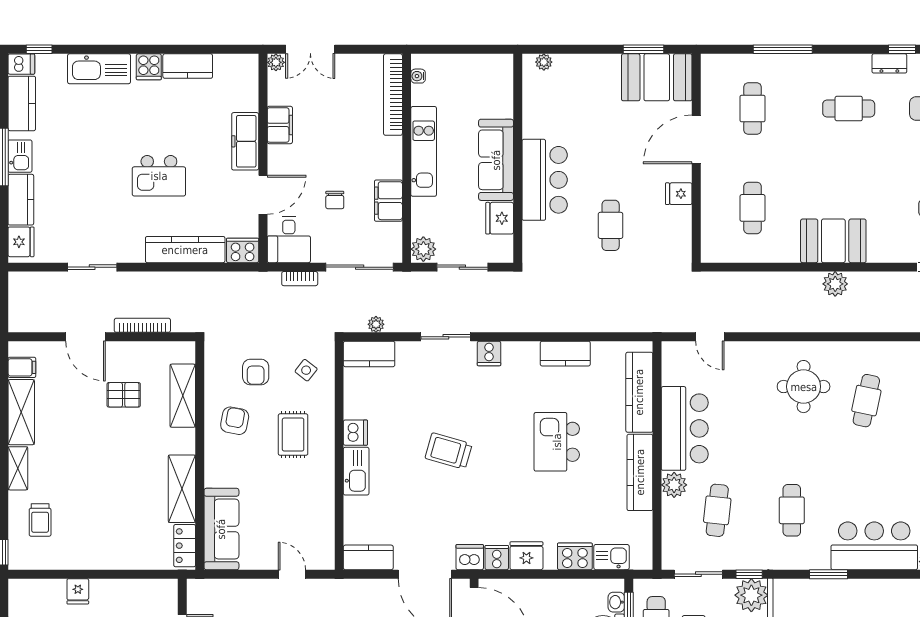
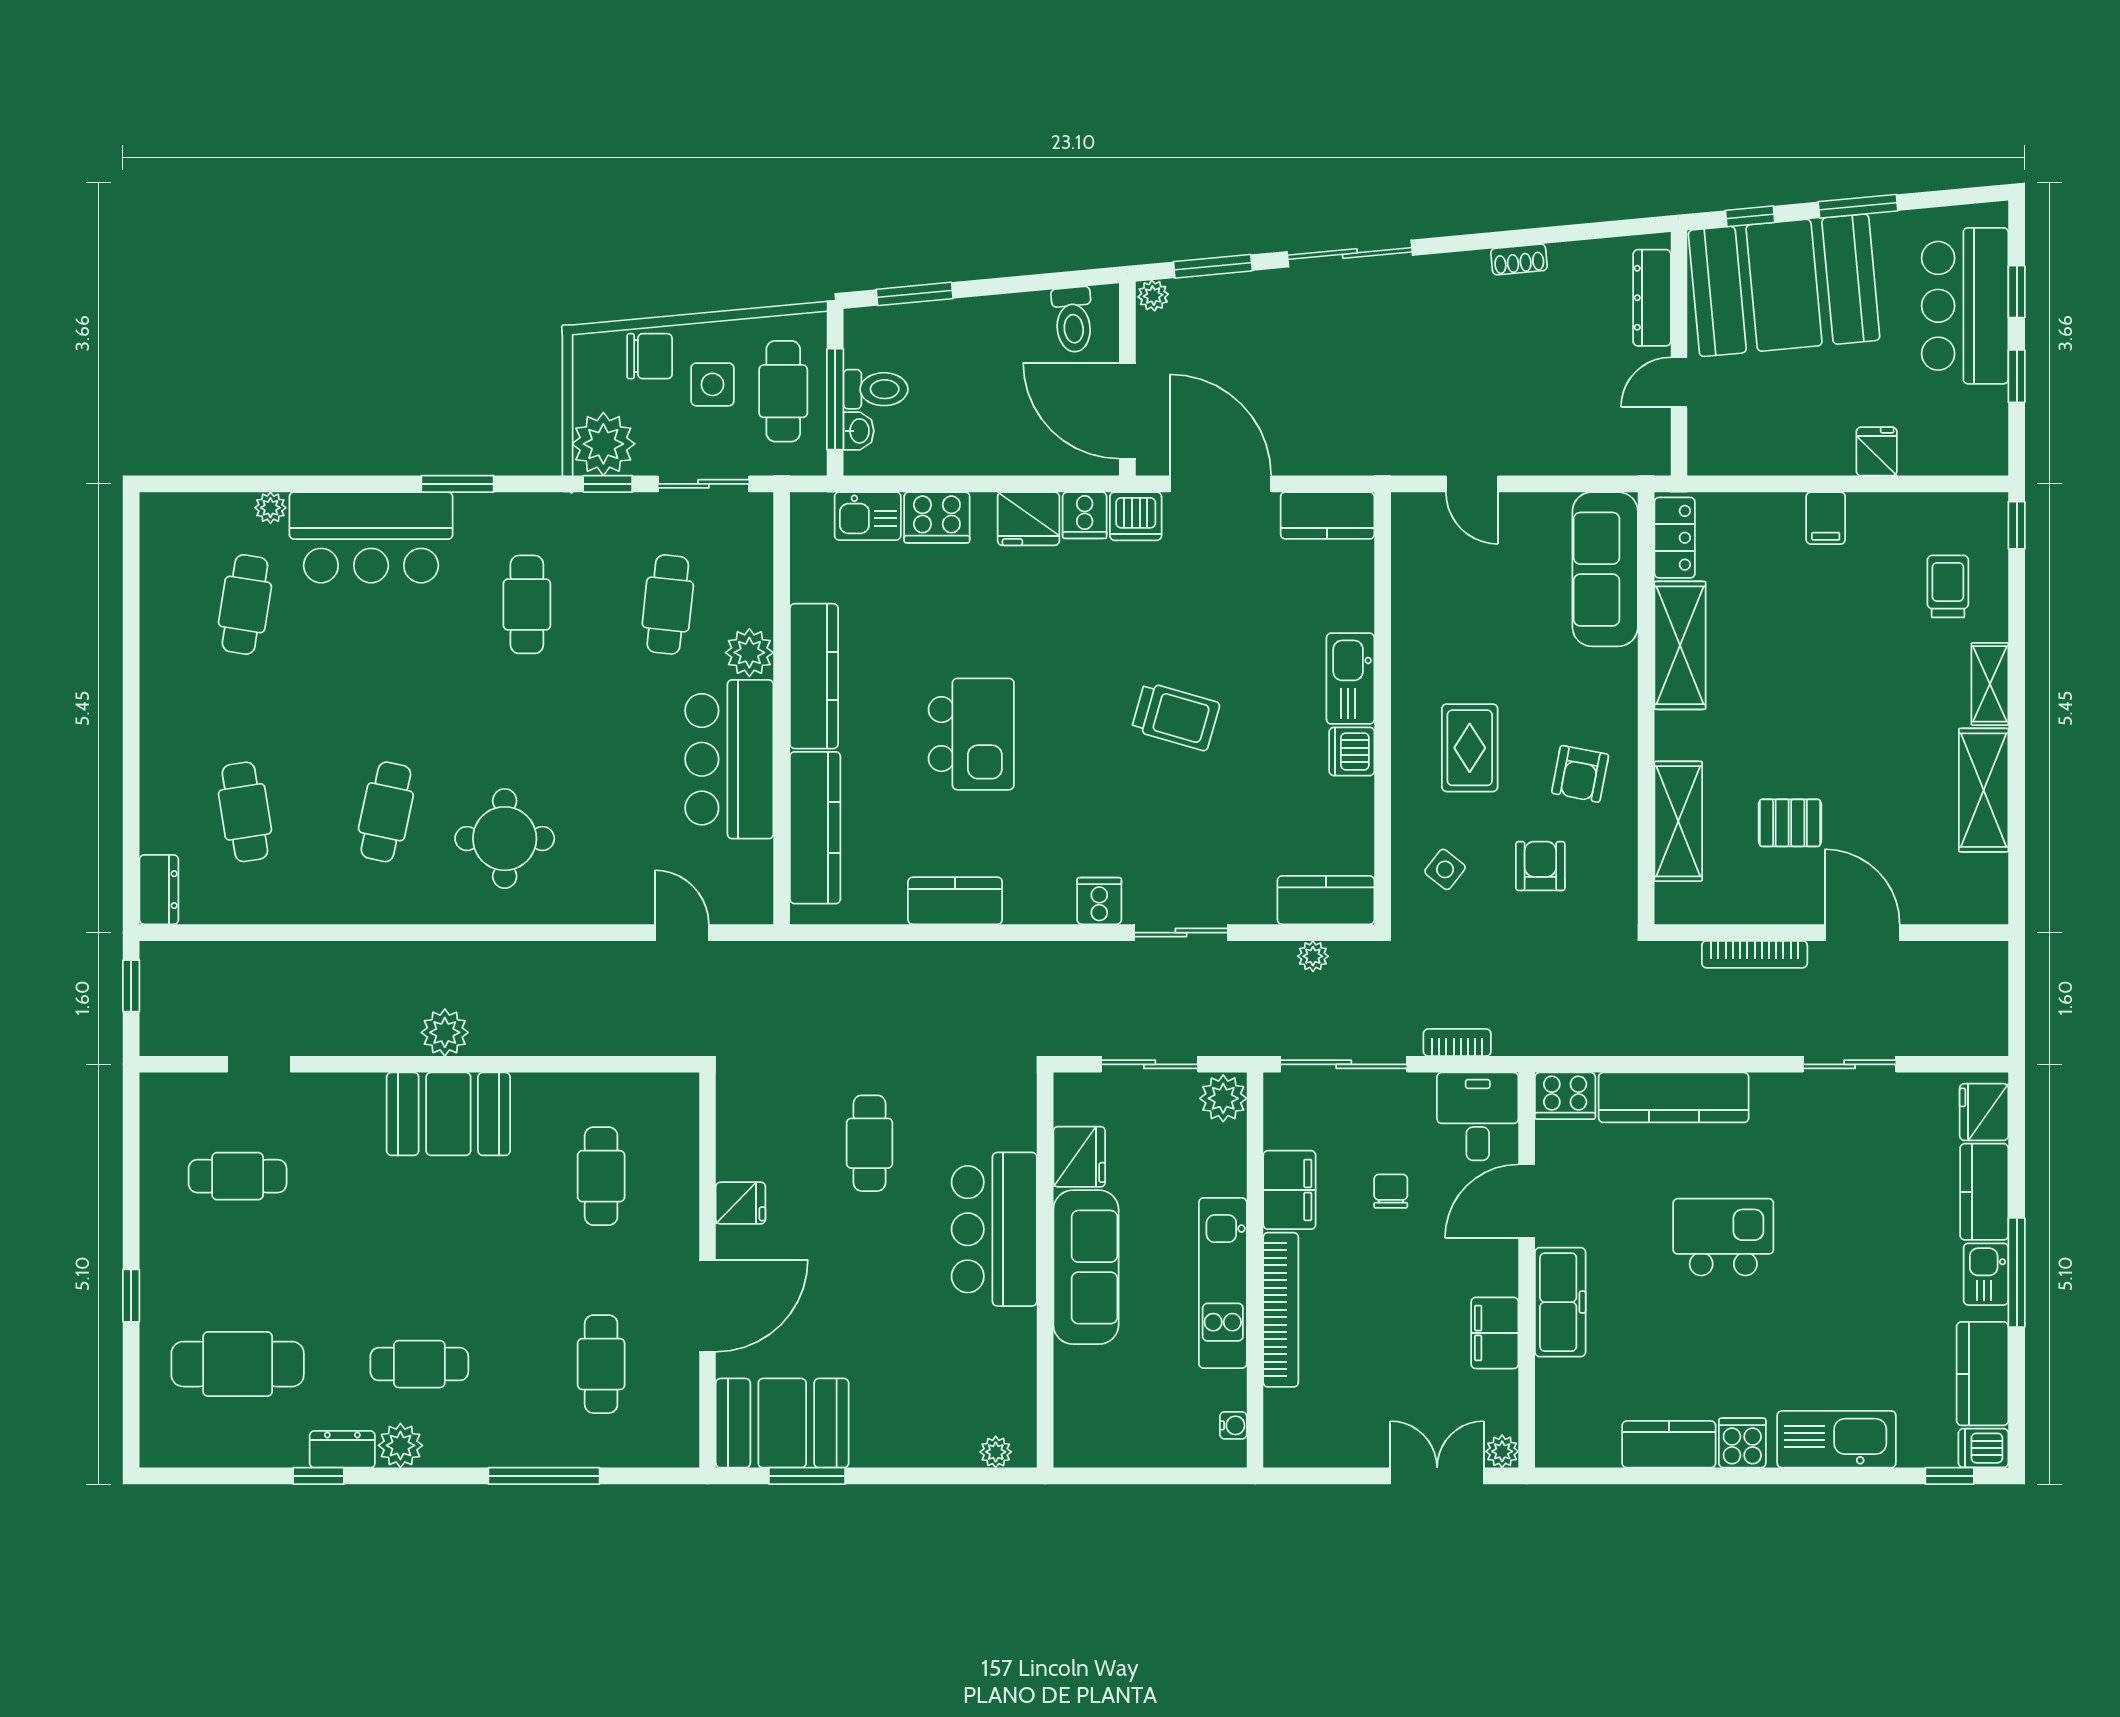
plant: (859, 65) -> (400, 1445), added
bookcase: (393, 95) -> (1281, 1310), moved
filing cabinet: (22, 367) -> (1826, 518), moved, turned -90

